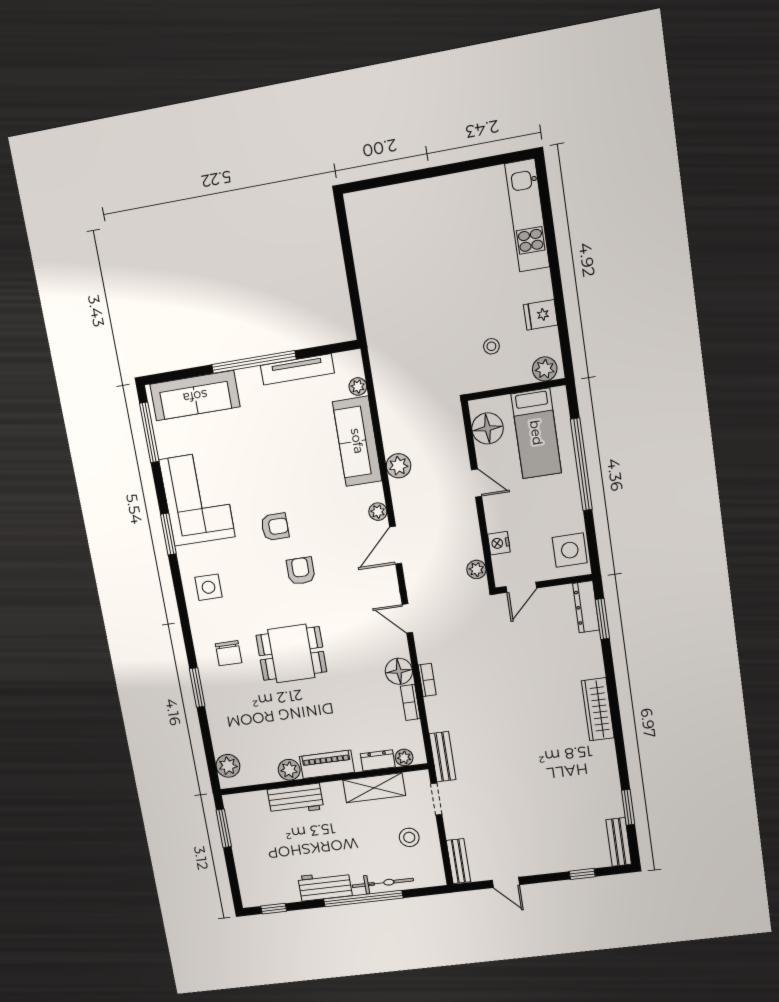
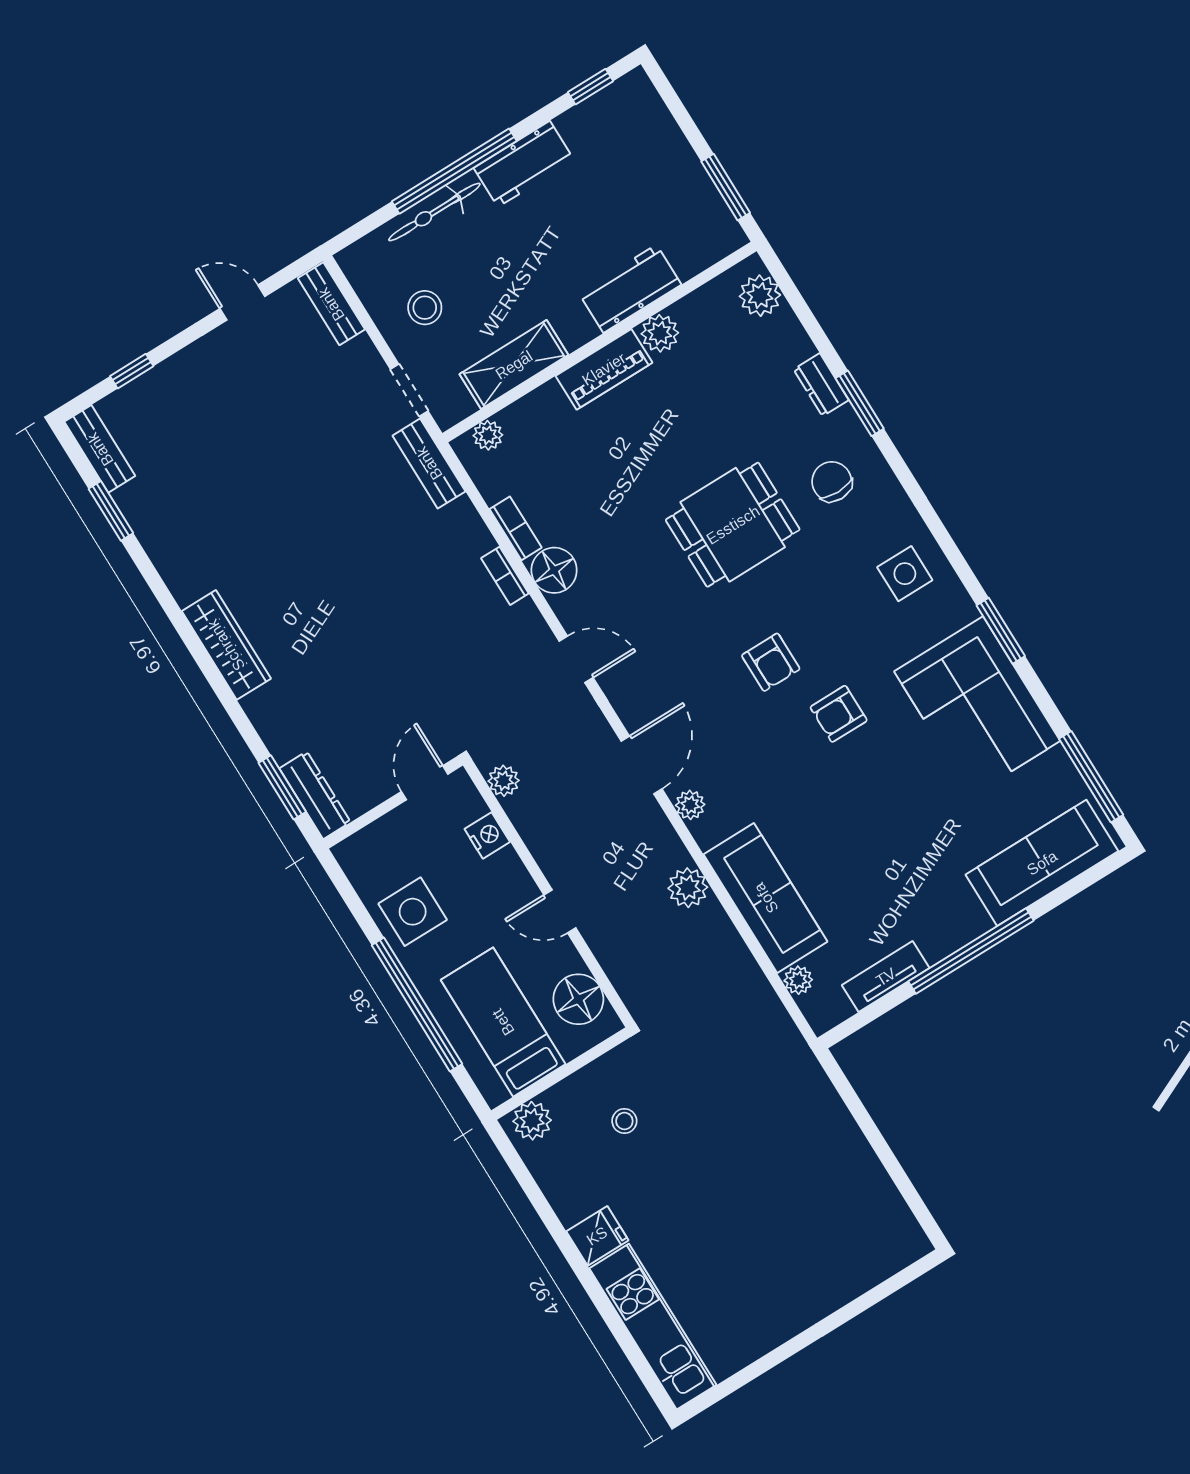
fridge: (541, 315) -> (597, 1236), moved
tv unit: (297, 369) -> (886, 977), width x0.71
side table: (570, 550) -> (413, 912), moved
dresser: (378, 760) -> (821, 385), moved, turned 90

